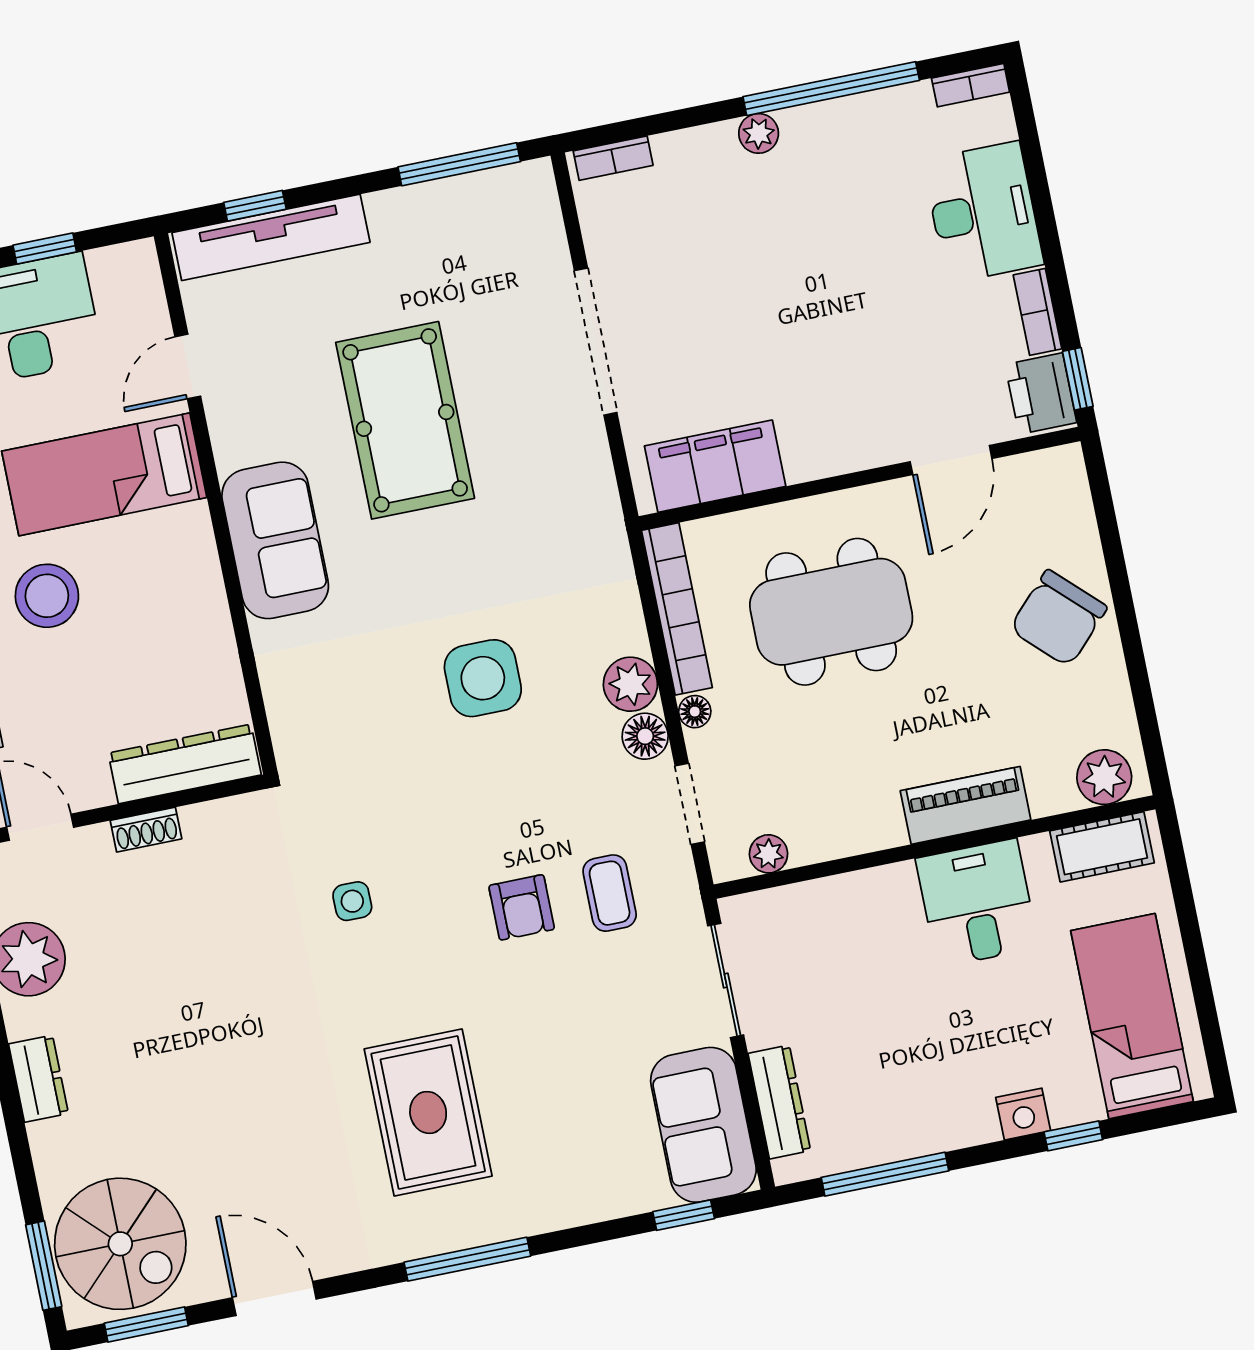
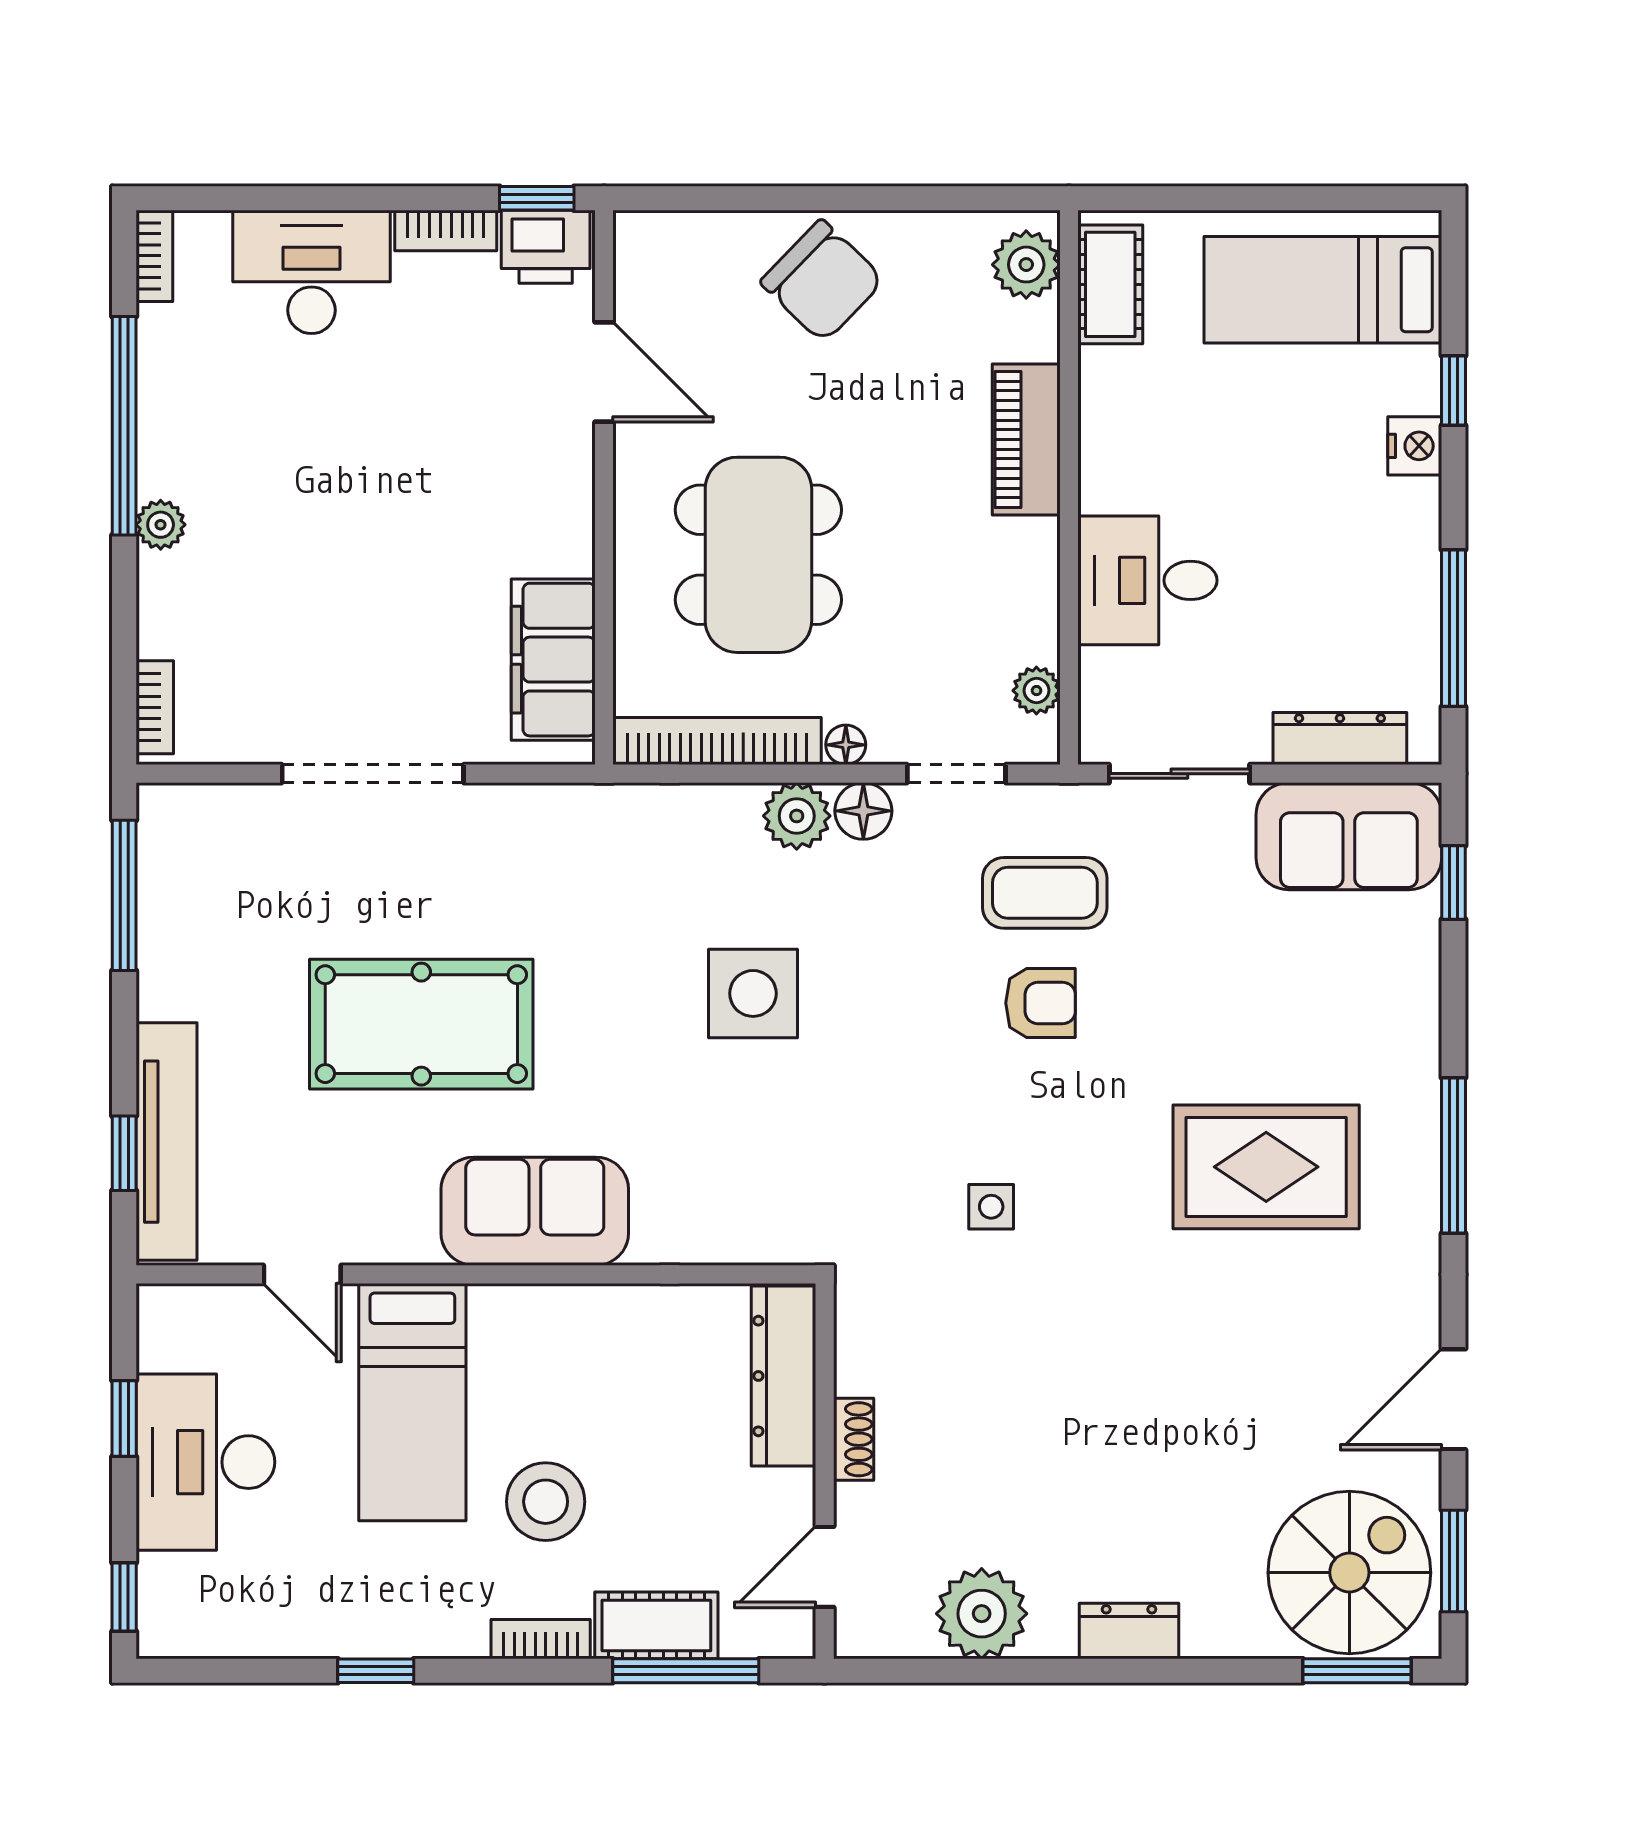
coffee table: (610, 893) -> (1045, 893), width x1.36, depth x1.30
desk: (977, 903) -> (1147, 580), moved

